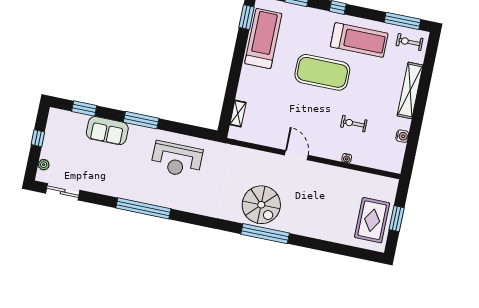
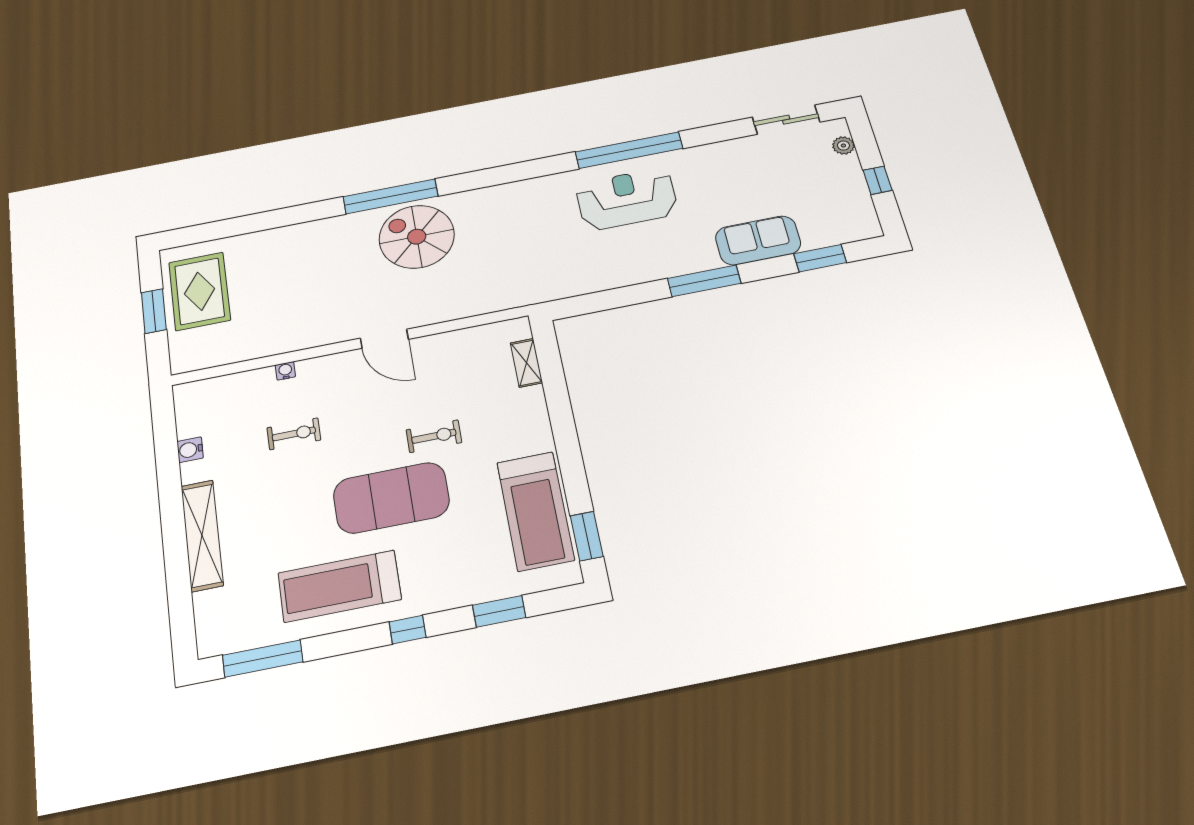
exercise bike: (410, 42) -> (434, 436), moved
reception desk: (177, 159) -> (627, 199), moved

